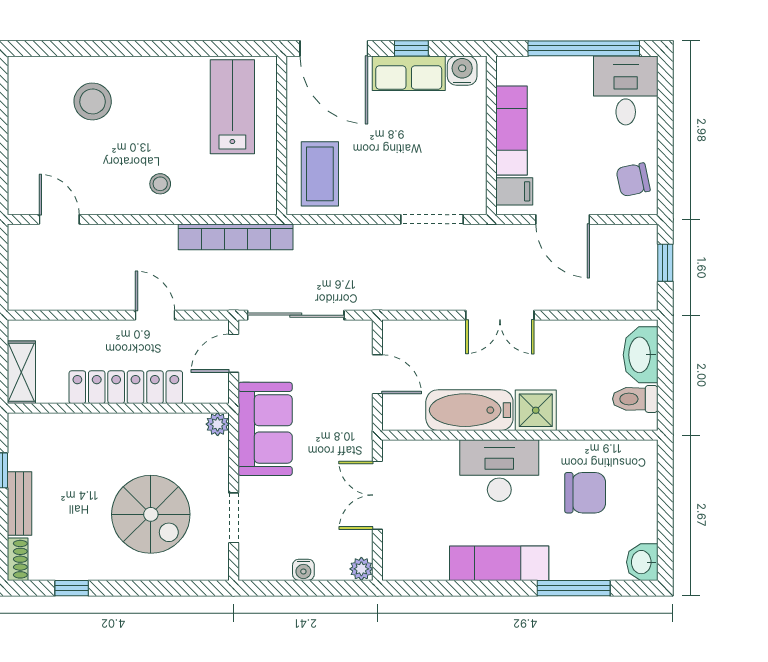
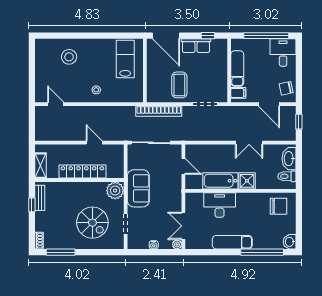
window: (411, 48) -> (208, 36), moved
water cooler: (462, 71) -> (217, 44), removed
coffee table: (320, 174) -> (179, 85), moved
door: (563, 219) -> (269, 104), moved
bookcase: (236, 237) -> (159, 111), moved
double door: (500, 315) -> (249, 143), moved
door: (234, 353) -> (126, 158), removed
plant: (218, 424) -> (115, 191), width x1.87, depth x1.87
desk: (499, 471) -> (220, 205), moved
chair: (585, 493) -> (279, 206), moved
double door: (377, 495) -> (183, 226), moved
bench: (19, 504) -> (40, 198), moved
window: (72, 588) -> (61, 252), width x2.17
window: (574, 588) -> (262, 252), width x1.46

